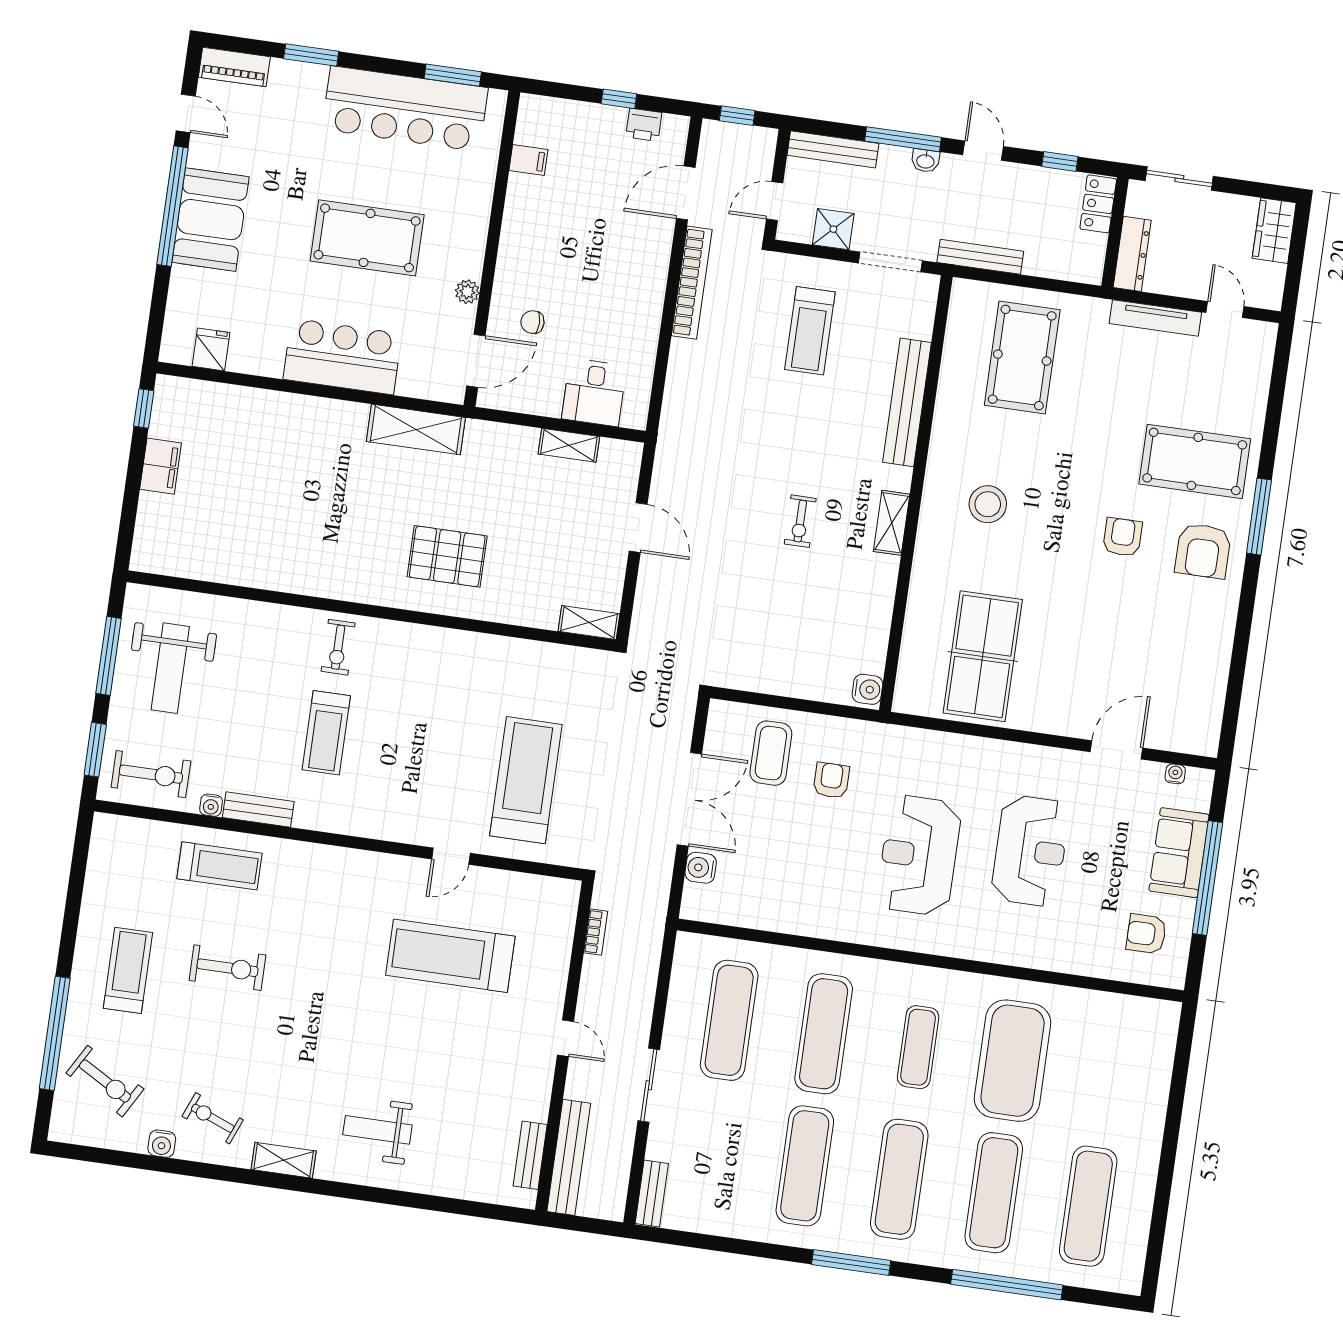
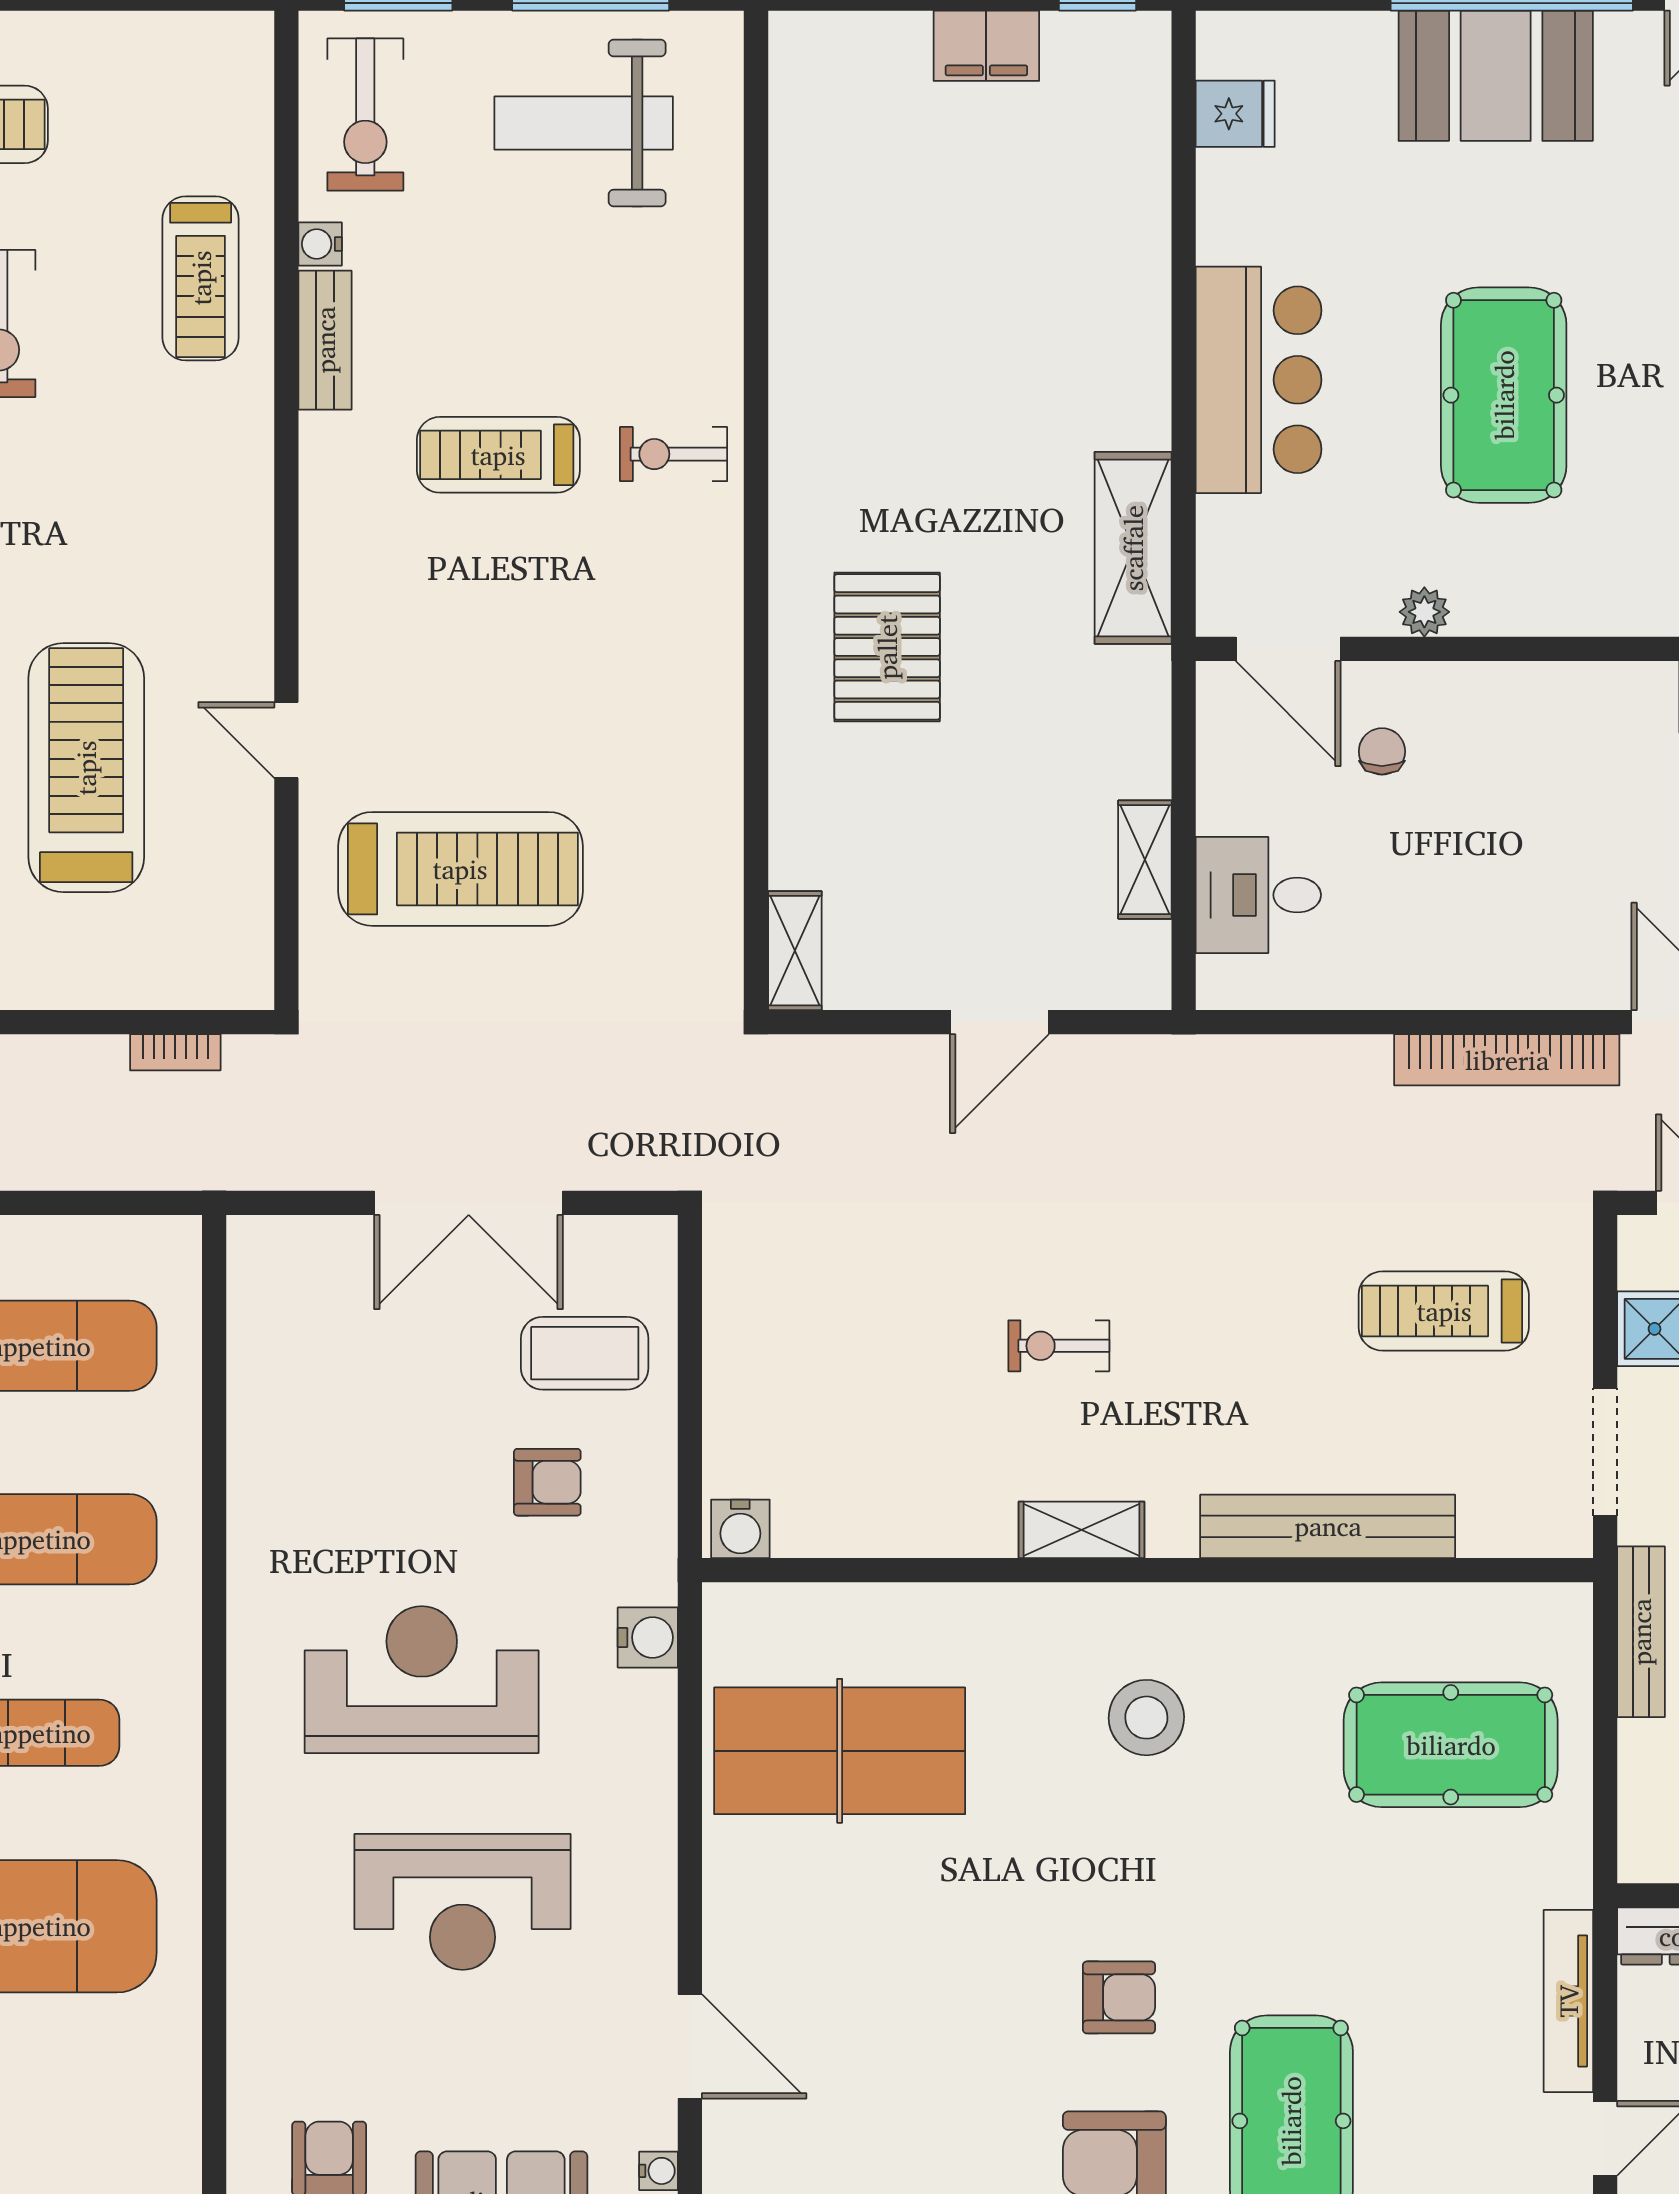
water cooler: (701, 868) -> (648, 1637), moved, turned 90

